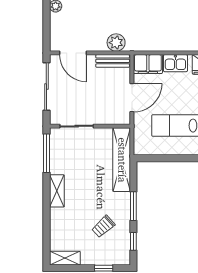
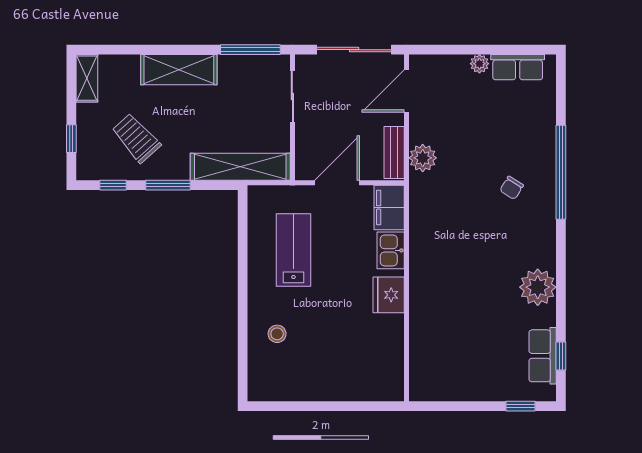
door: (132, 98) -> (337, 183), swing flipped
shelving: (57, 191) -> (179, 70), width x1.50, depth x1.33
trolley: (103, 227) -> (136, 138), width x1.36, depth x1.39

